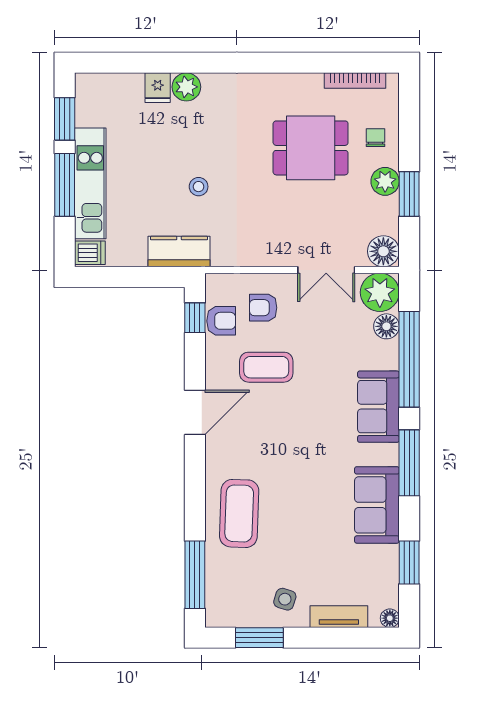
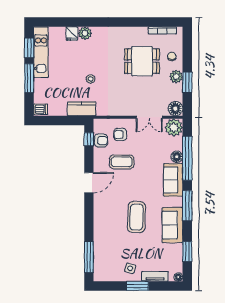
kitchen unit: (90, 183) -> (41, 52), moved
floor lamp: (386, 326) -> (177, 157), moved
coffee table: (239, 513) -> (136, 217), moved
window: (259, 638) -> (137, 286), moved

